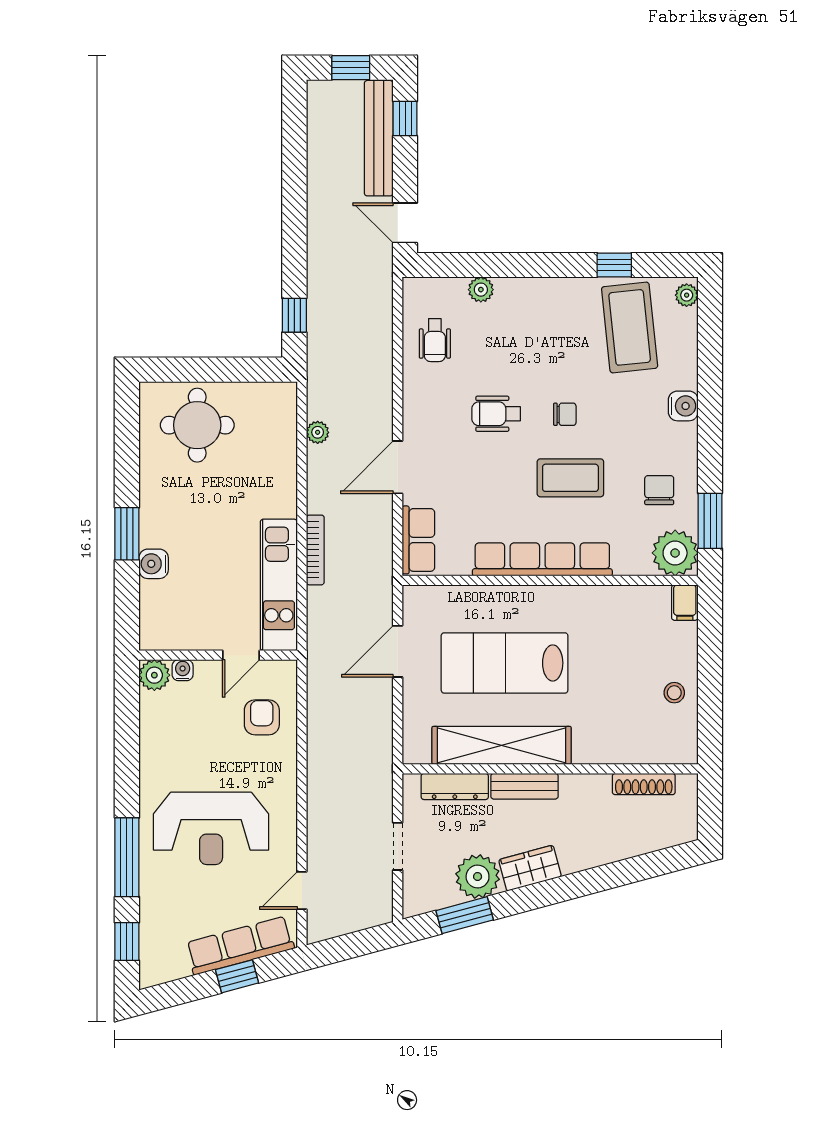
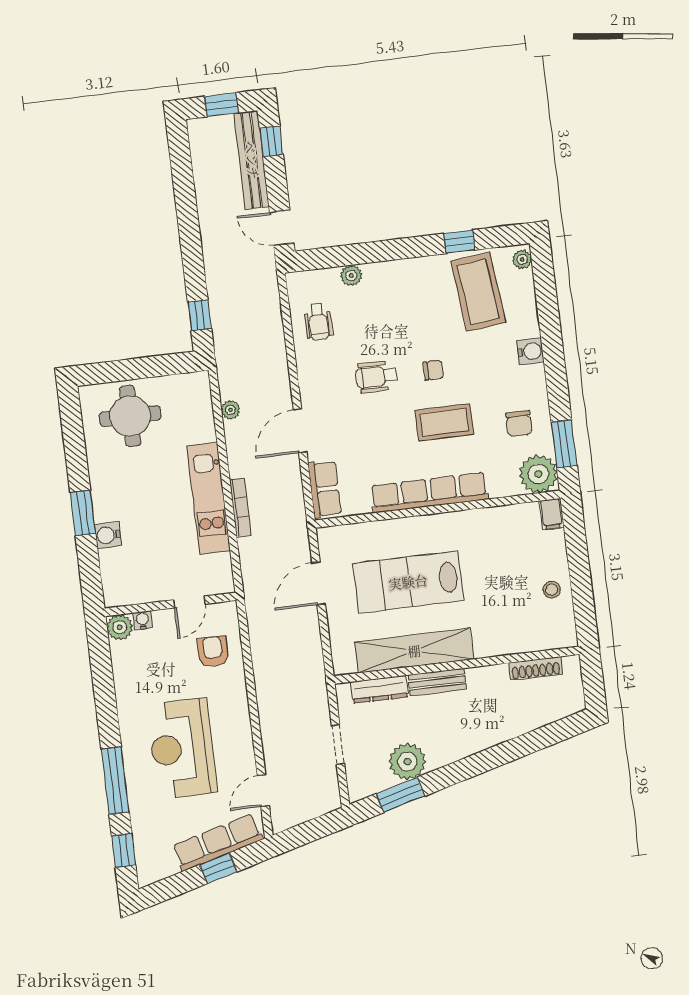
chair: (659, 490) -> (519, 424), turned 180
kitchen unit: (279, 585) -> (209, 498), moved
reception desk: (211, 828) -> (182, 748), turned 90
wardrobe: (530, 868) -> (450, 749), removed

